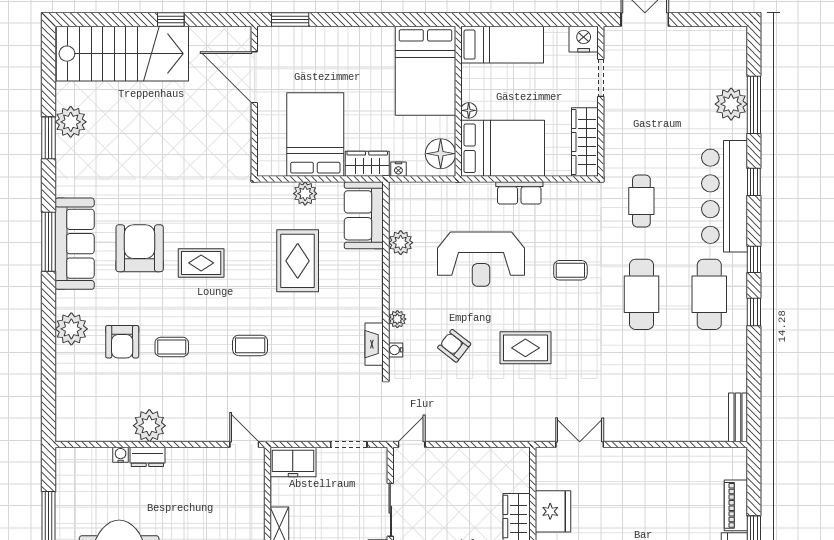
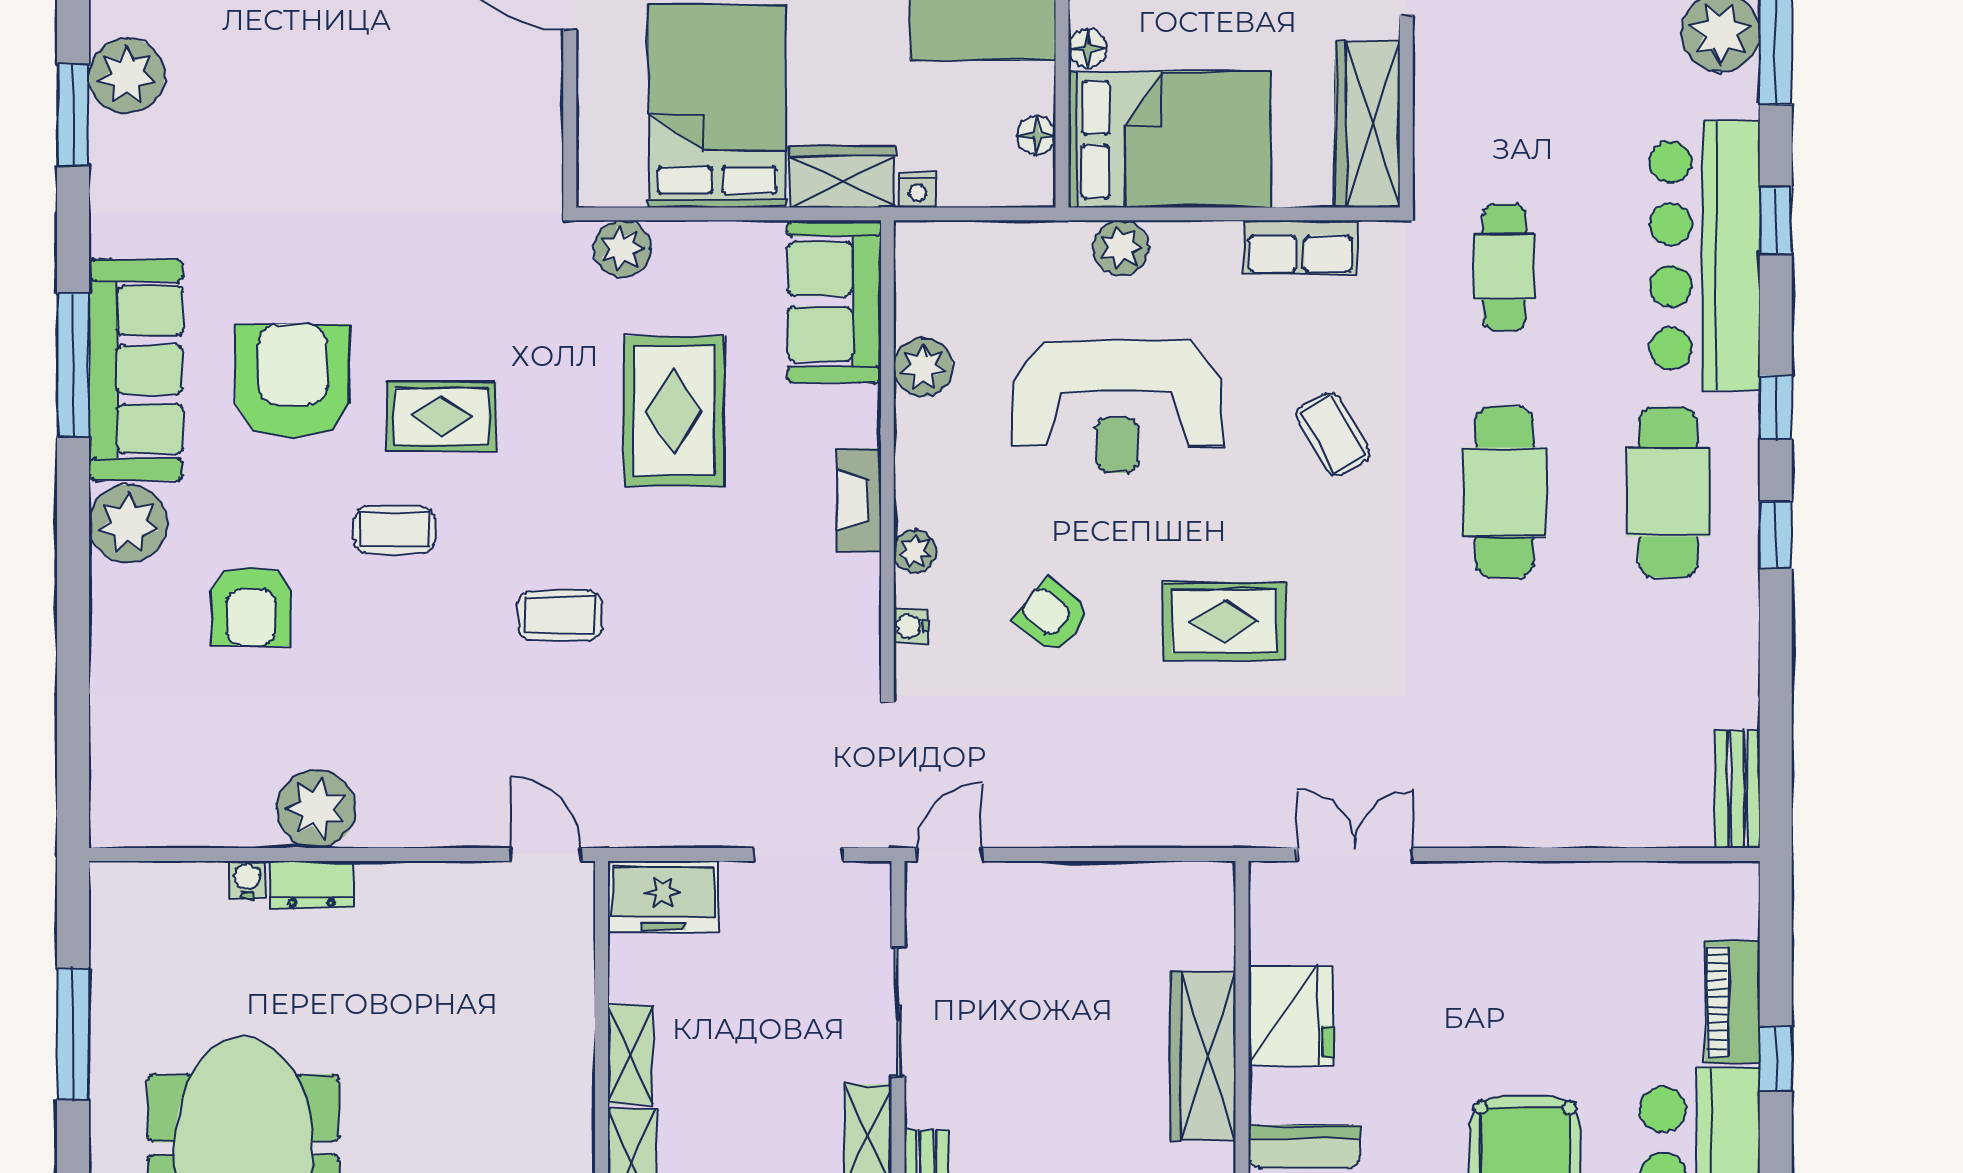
floor lamp: (441, 154) -> (1036, 135), width x0.53, depth x0.53
plant: (483, 193) -> (1121, 248), added
row of seats: (519, 193) -> (1300, 247), moved
plant: (305, 194) -> (622, 249), moved
coffee table: (570, 270) -> (1333, 434), turned 60
plant: (71, 329) -> (128, 524), moved
fireplace: (374, 344) -> (859, 500), moved
coffee table: (172, 347) -> (395, 530), moved

